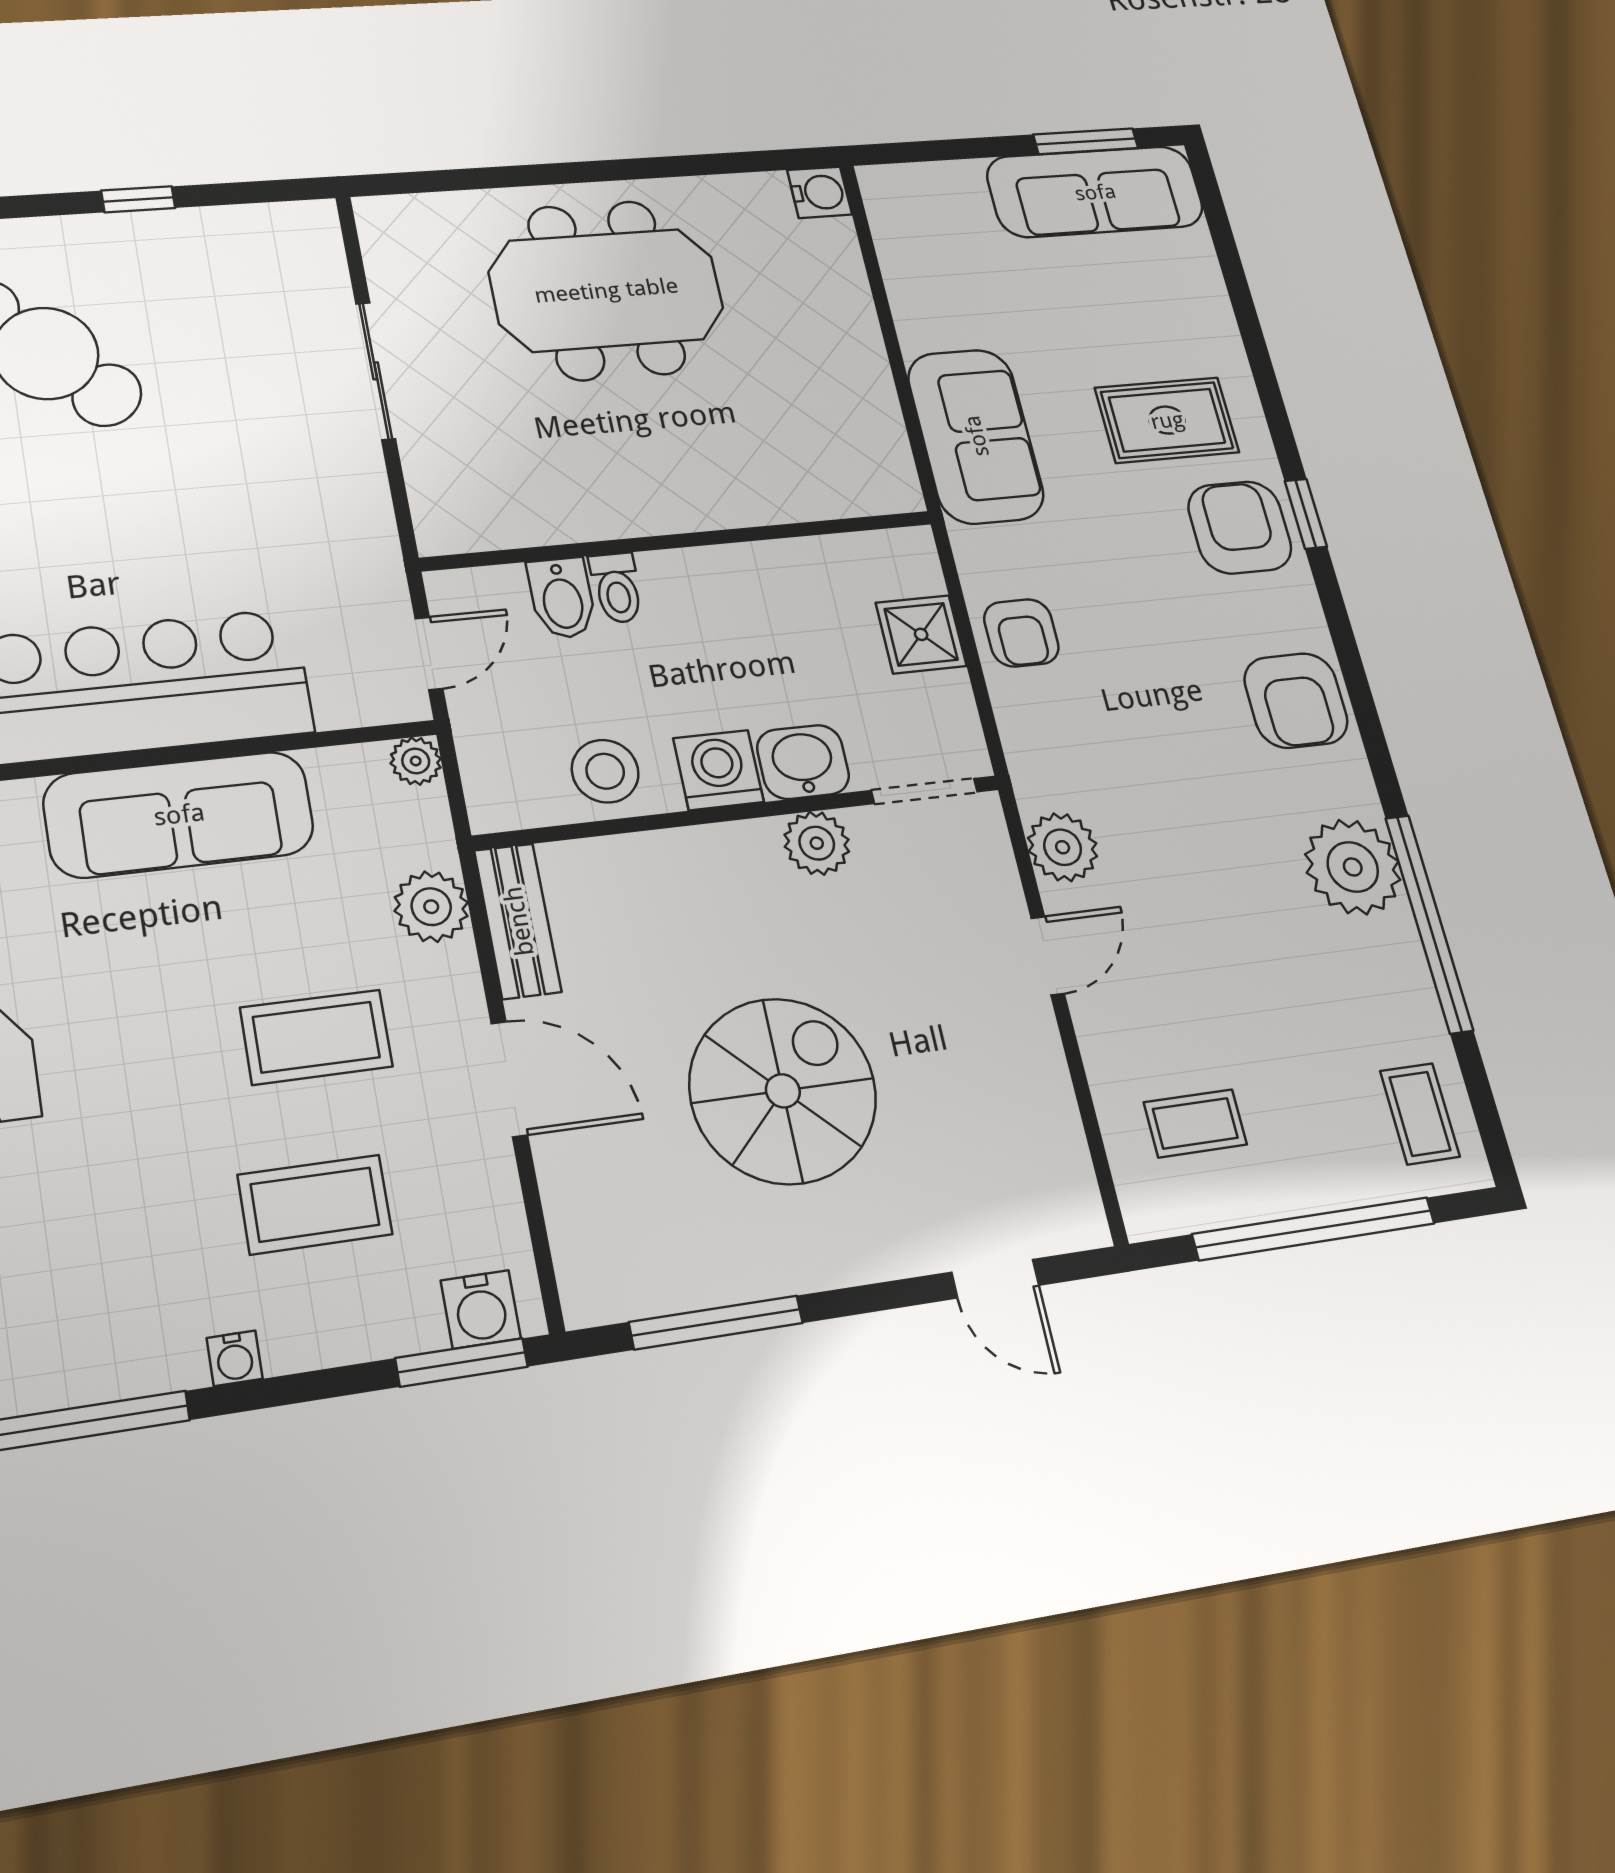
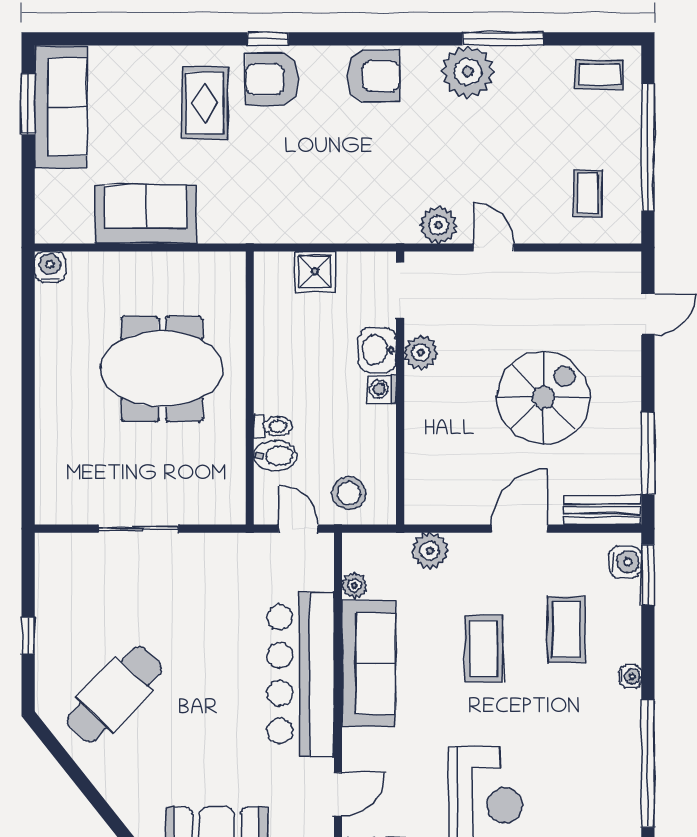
meeting table: (606, 290) -> (162, 369), moved, turned 90
sofa: (976, 436) -> (146, 214), moved
armchair: (1021, 633) -> (320, 217), removed
plant: (416, 761) -> (355, 585), moved
washing machine: (718, 770) -> (382, 389), width x0.73, depth x0.73
stool: (605, 771) -> (349, 493), moved
bench: (518, 921) -> (602, 510), moved
window: (1429, 923) -> (503, 39), width x0.68
coffee table: (316, 1037) -> (484, 649), moved
spiral stairs: (783, 1091) -> (543, 398), turned 90

